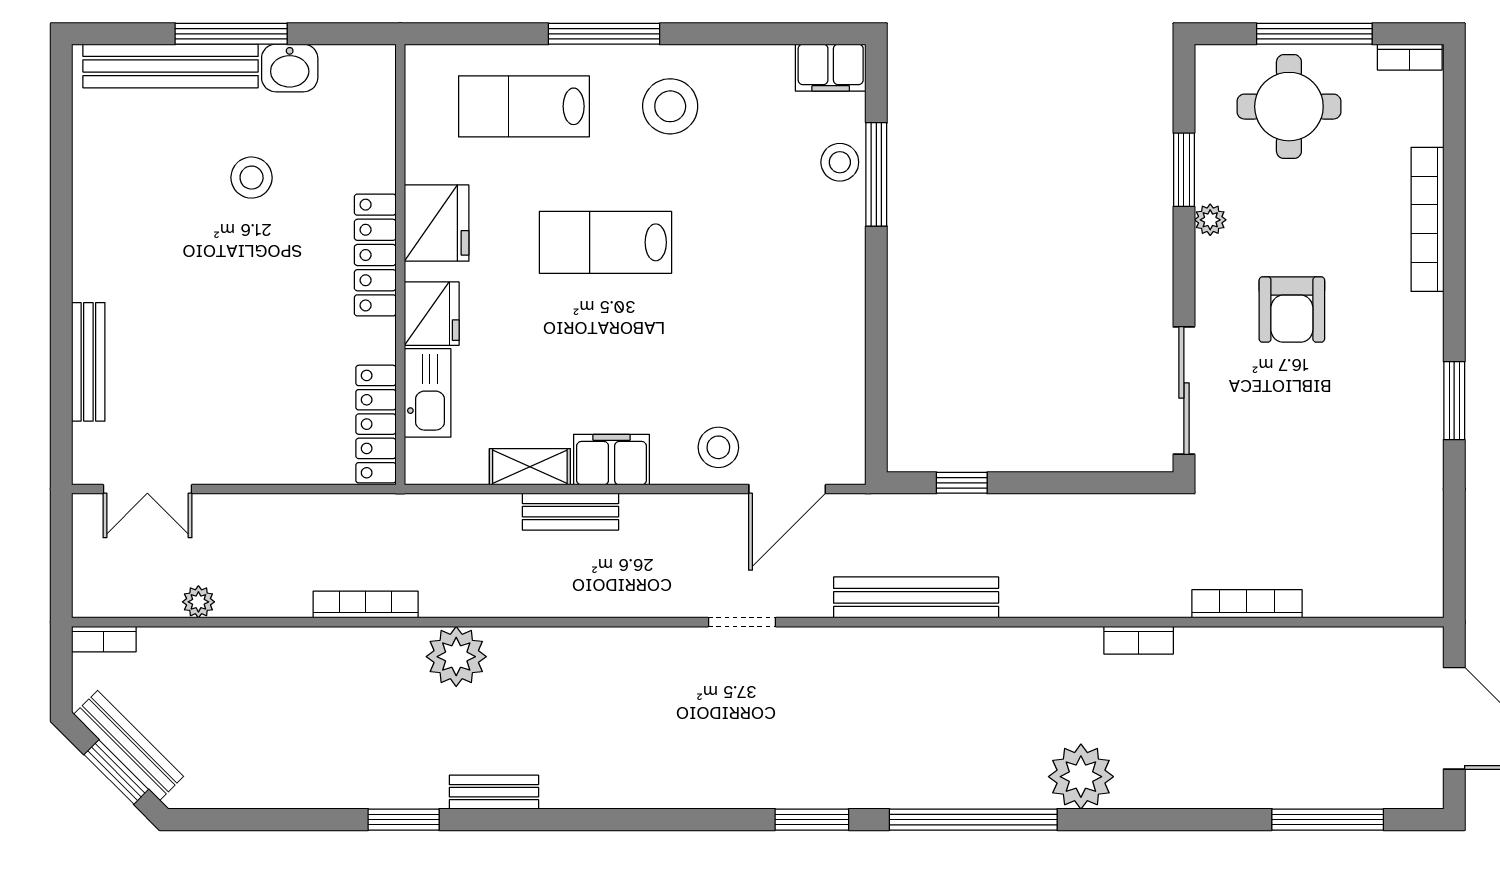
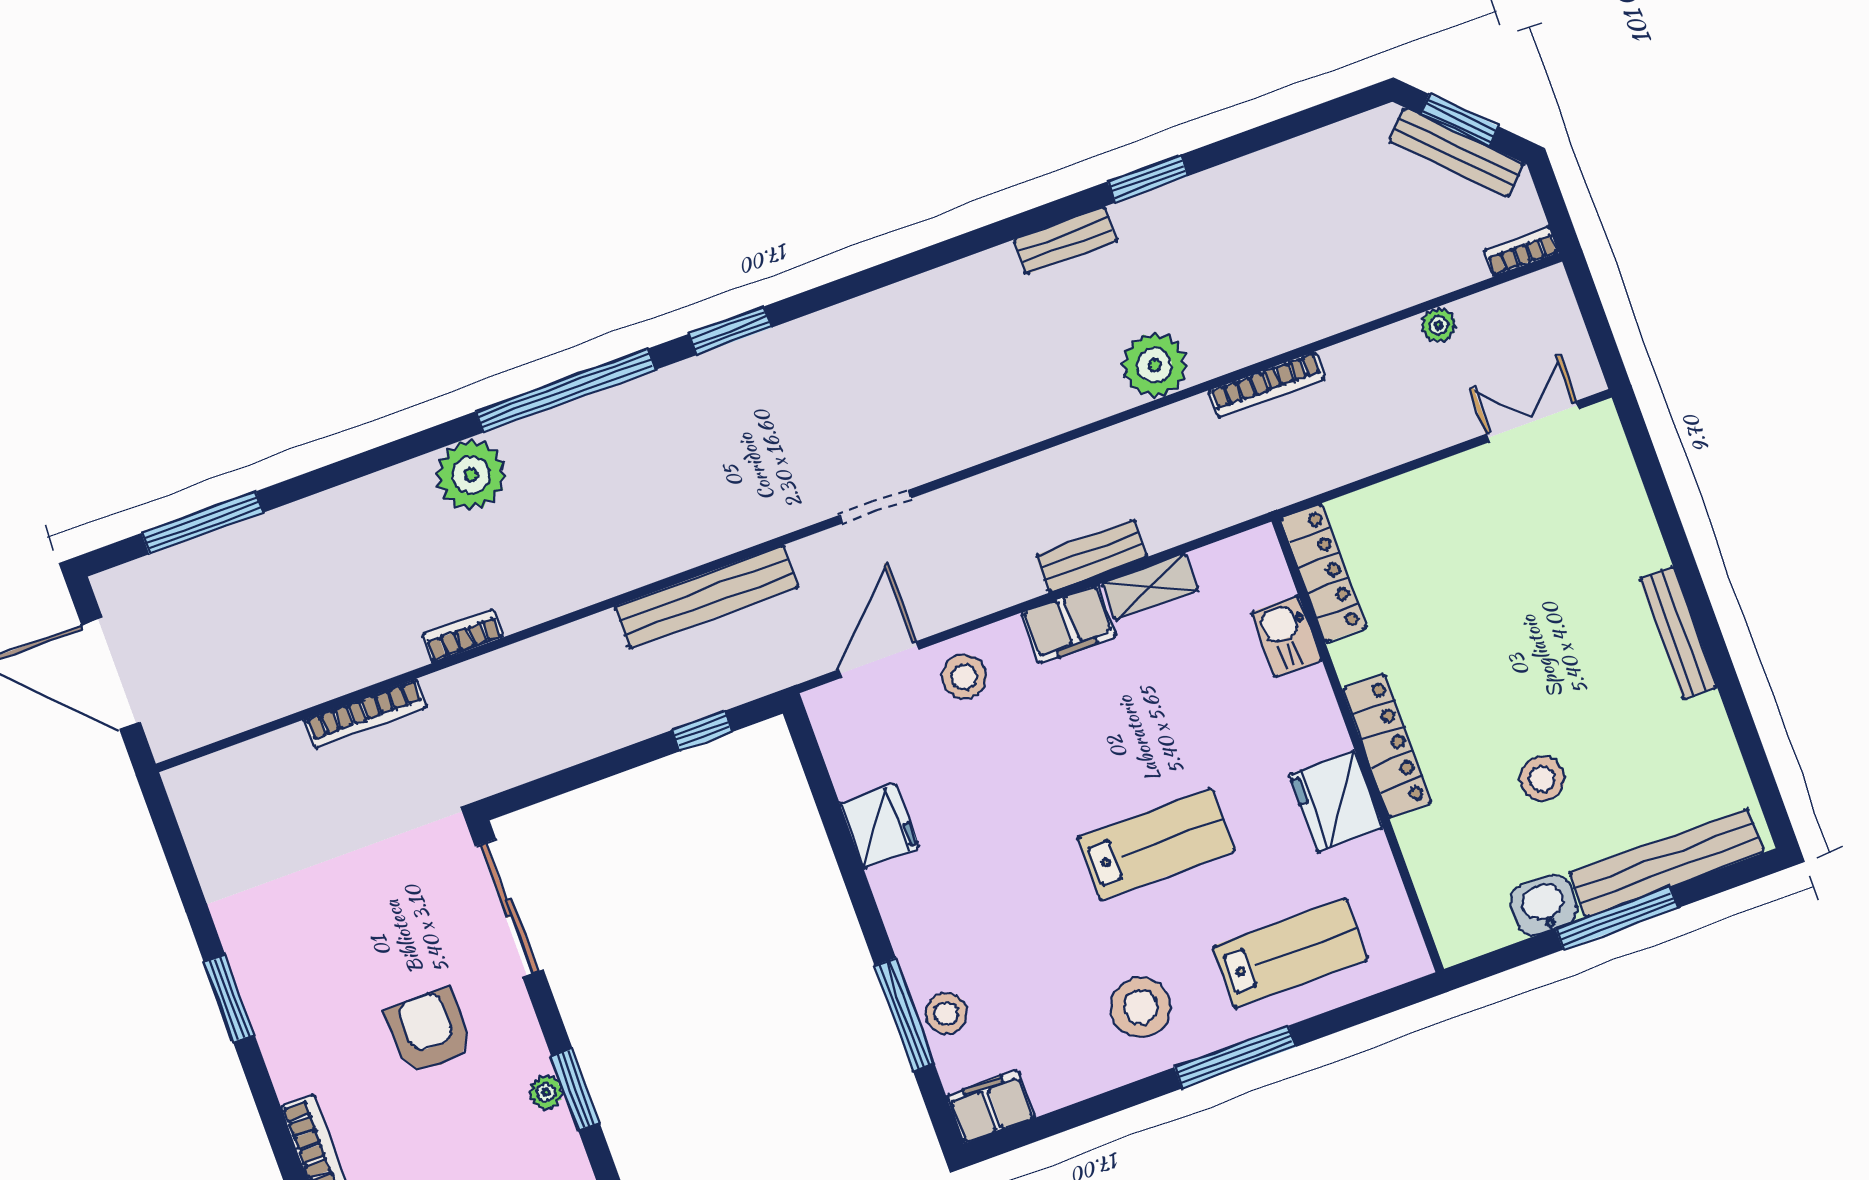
window: (1184, 170) -> (575, 1090), moved
fridge: (432, 314) -> (879, 826), moved, turned 180
bench: (88, 362) -> (1678, 633), moved
kitchen sink: (428, 393) -> (1286, 636), width x0.73

